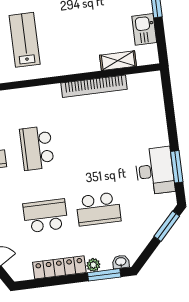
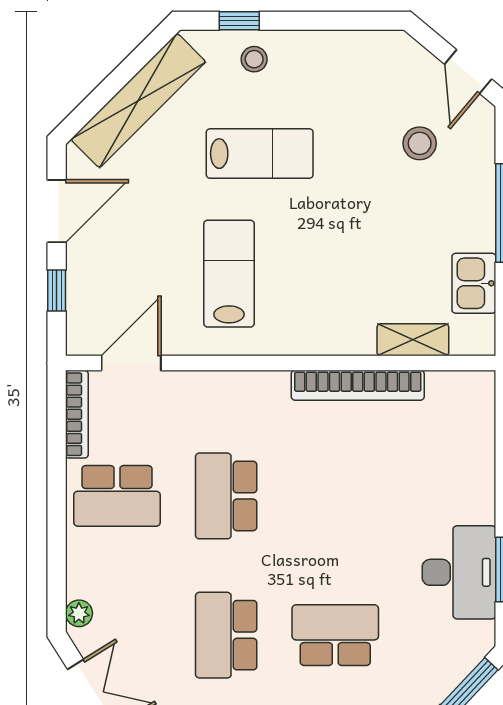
school desk: (98, 209) -> (335, 635), turned 180
school desk: (45, 216) -> (226, 635), turned -90

